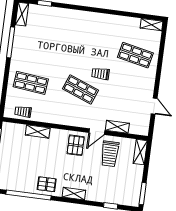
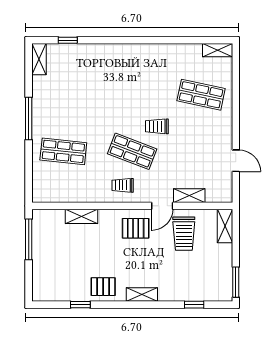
window: (11, 42) -> (29, 119), moved
trolley: (23, 112) -> (123, 185), moved
pallet: (76, 145) -> (136, 228), turned 90
window: (29, 195) -> (80, 305), width x0.32

